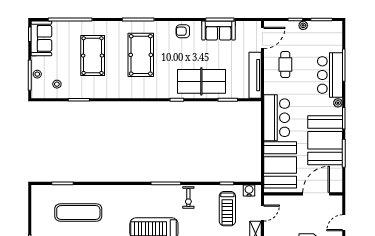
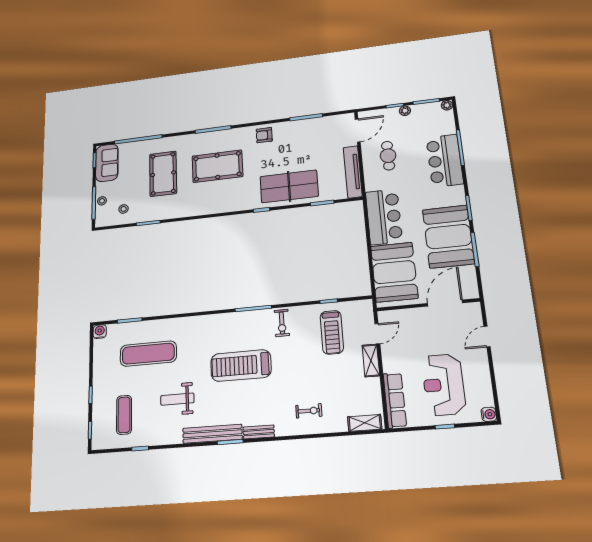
sofa: (218, 30) -> (305, 129), removed
pool table: (141, 55) -> (217, 166), turned 90
plant: (338, 103) -> (447, 105), moved
water cooler: (249, 190) -> (100, 332), moved

